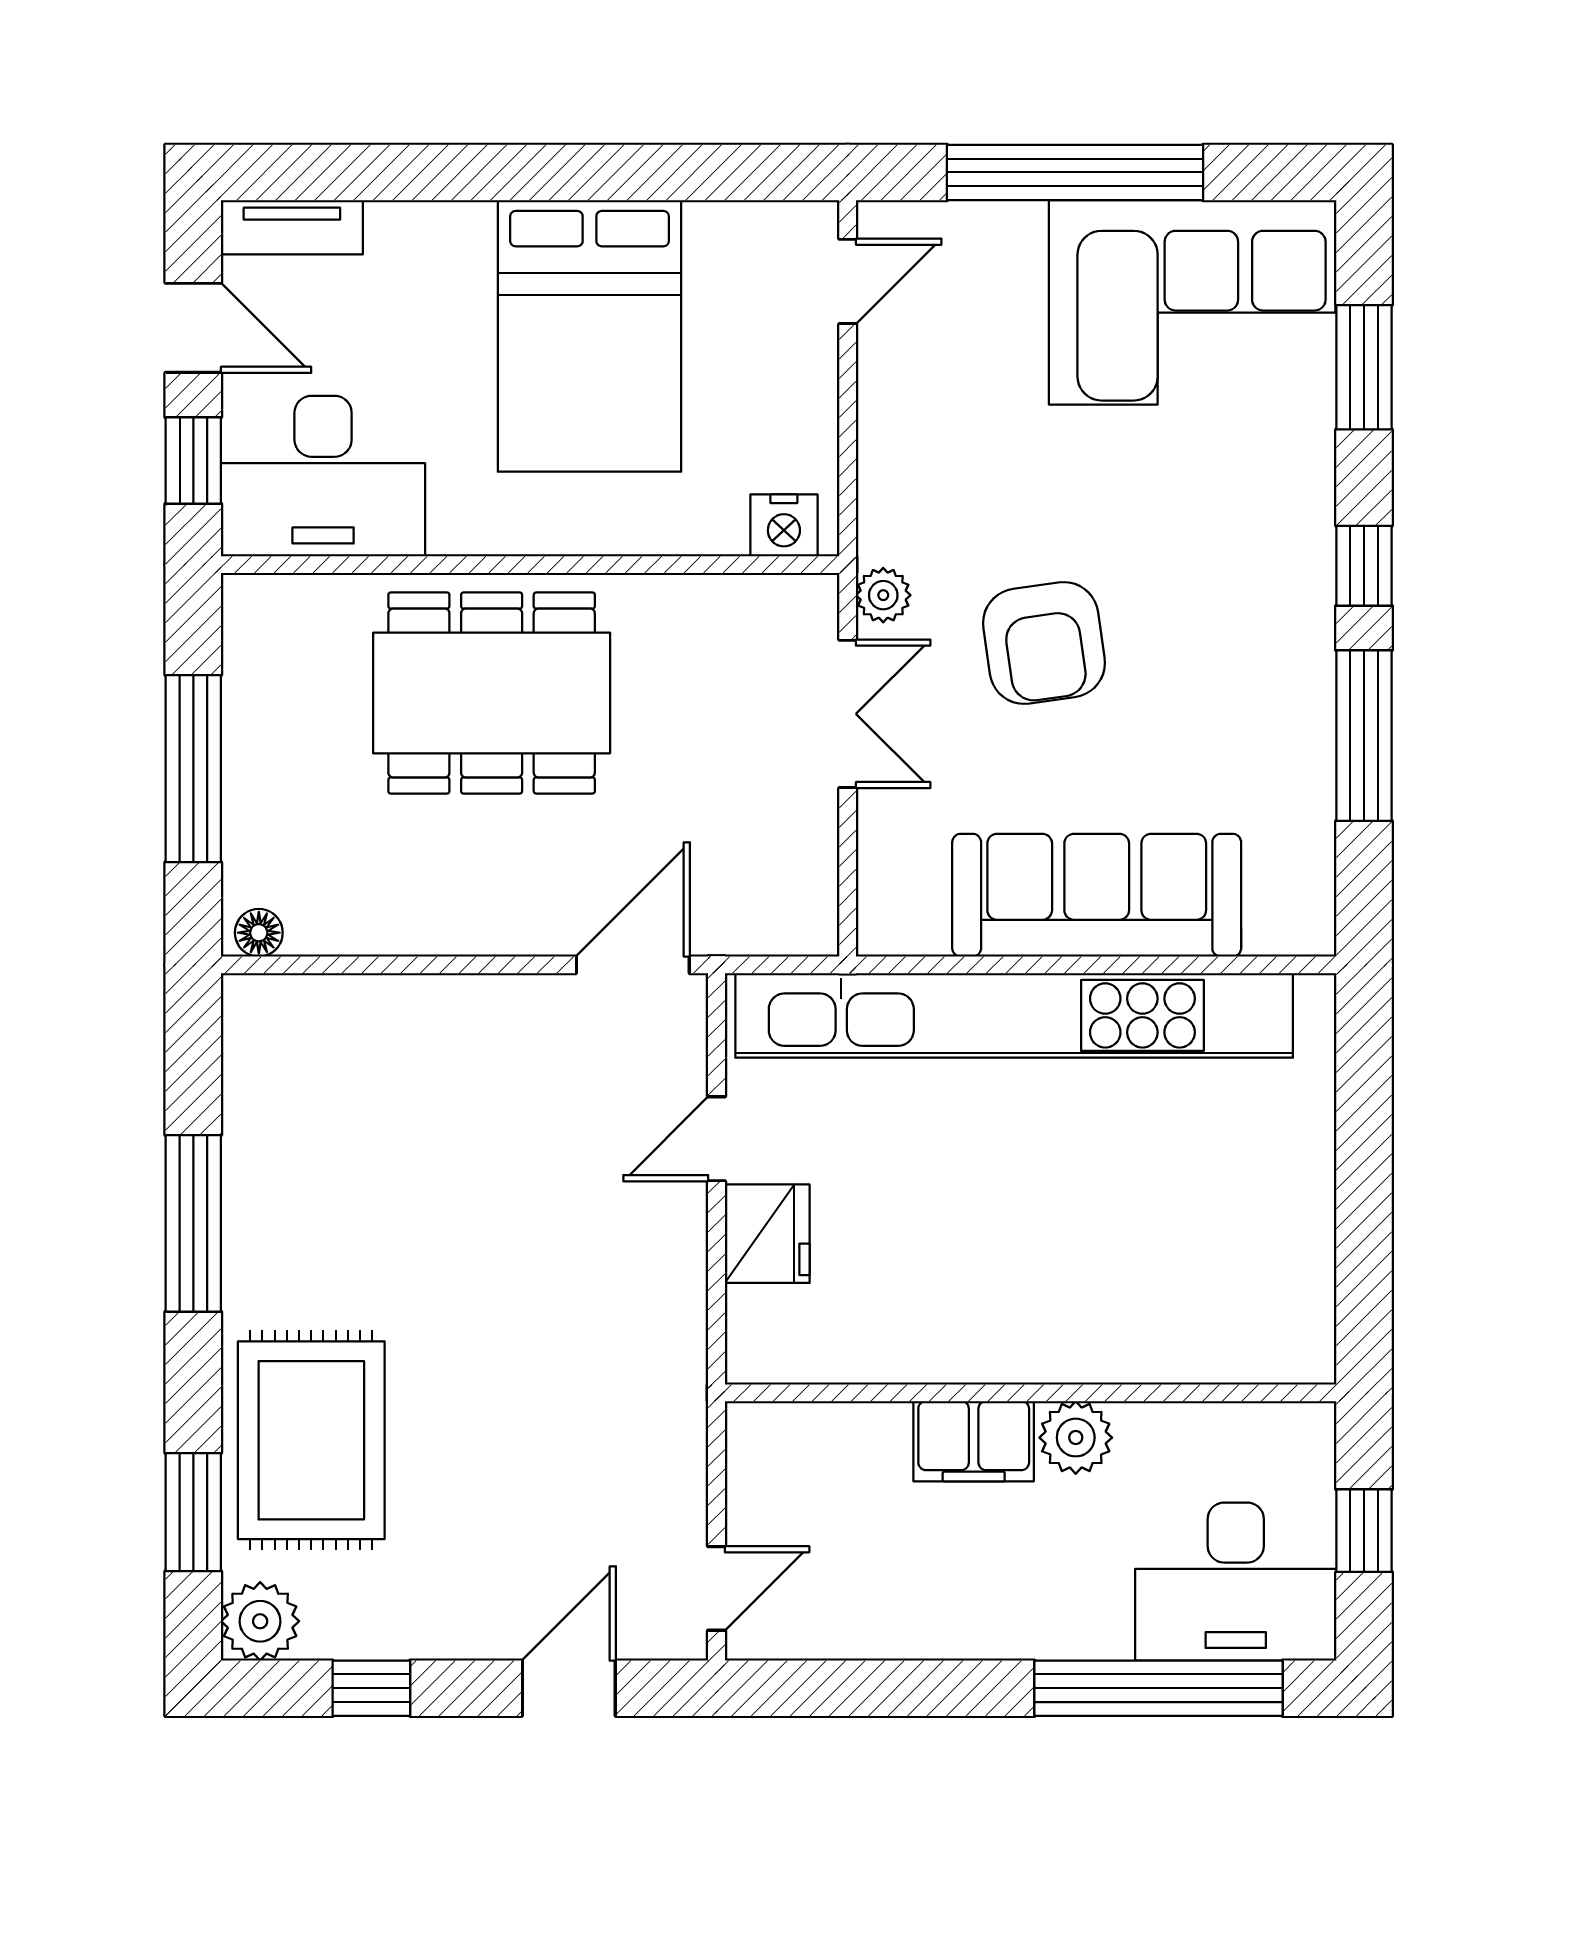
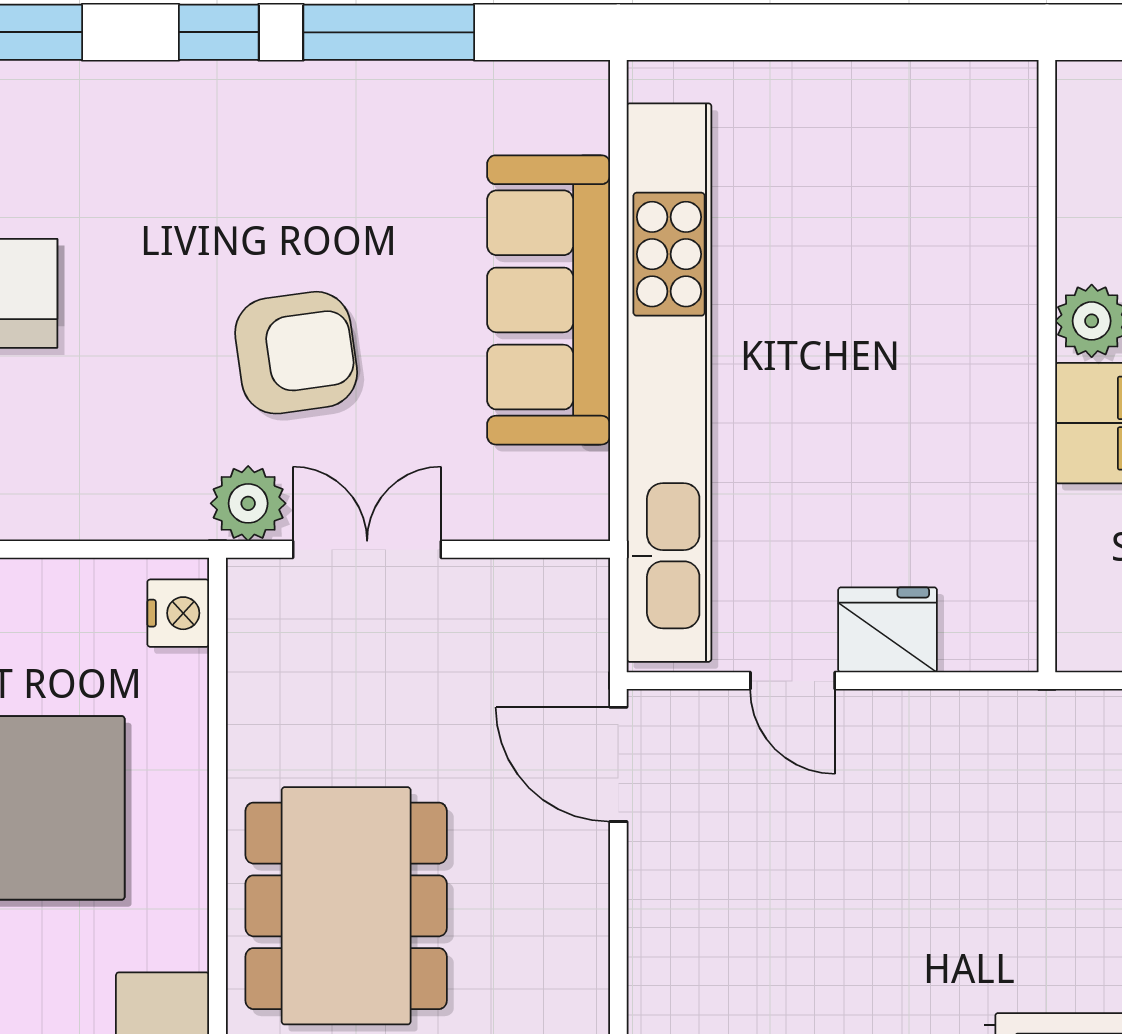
plant: (883, 595) -> (248, 503), width x1.38, depth x1.38

